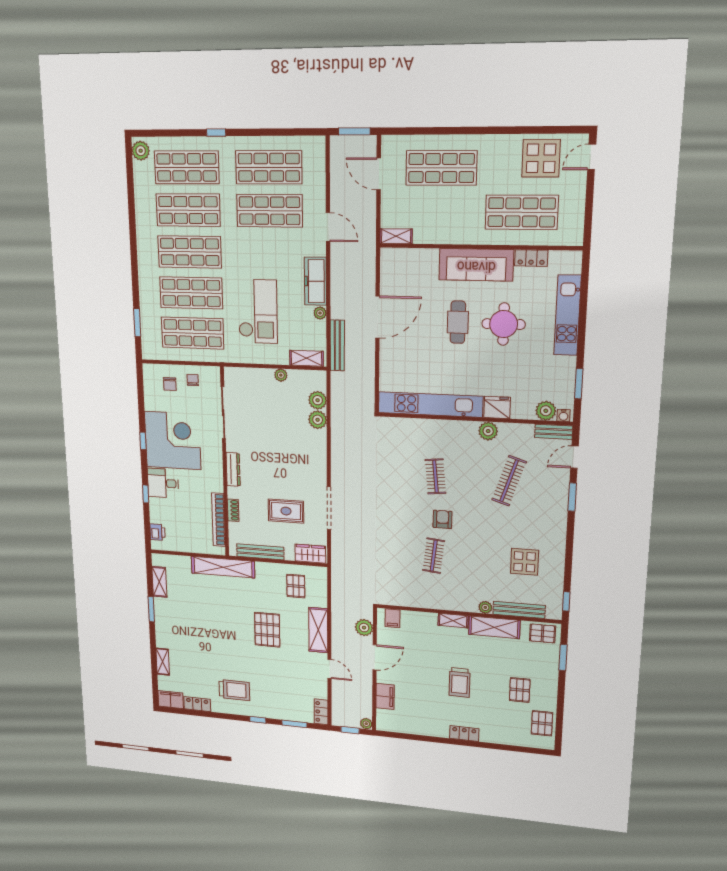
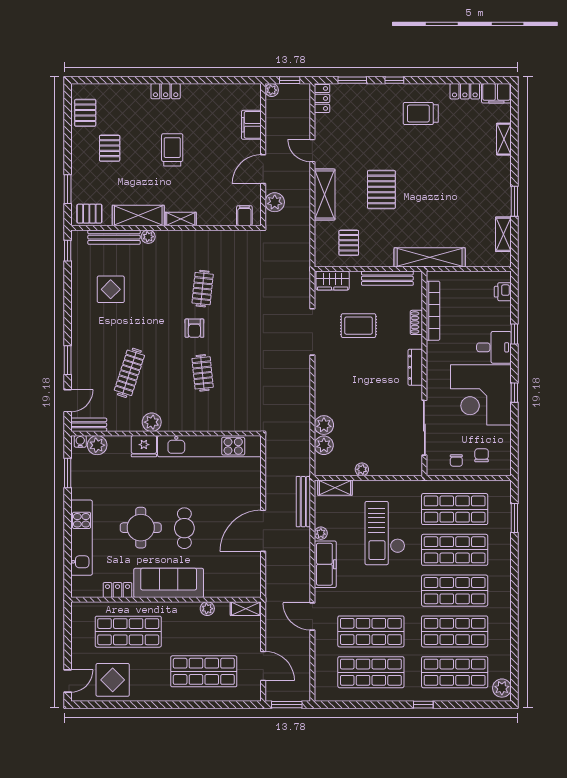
plant: (436, 237) -> (207, 609), added

